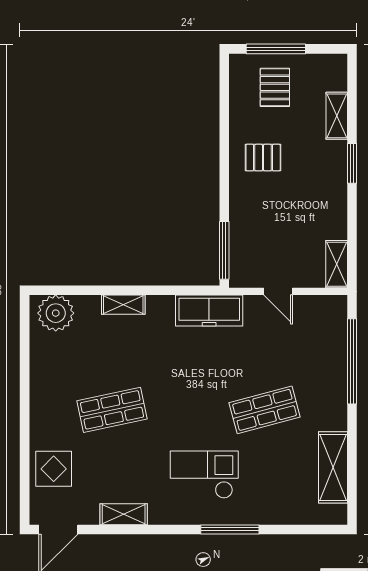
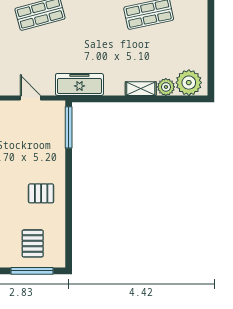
plant: (88, 307) -> (166, 87), added

